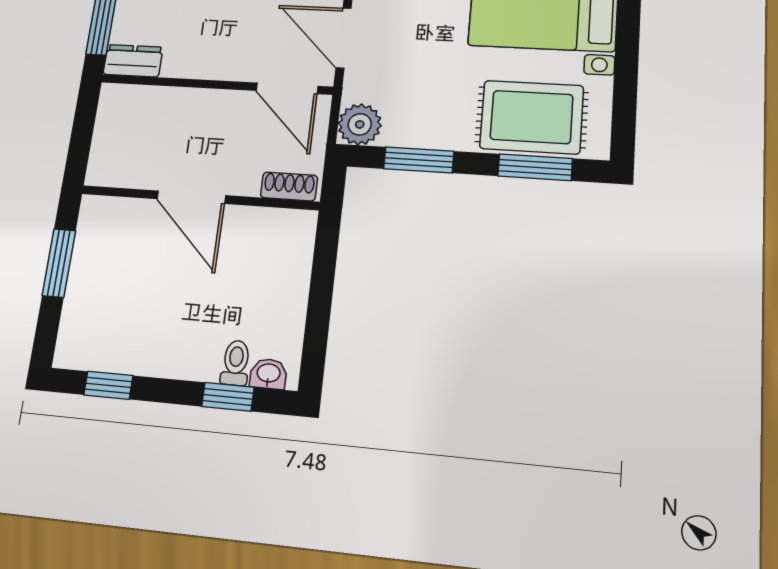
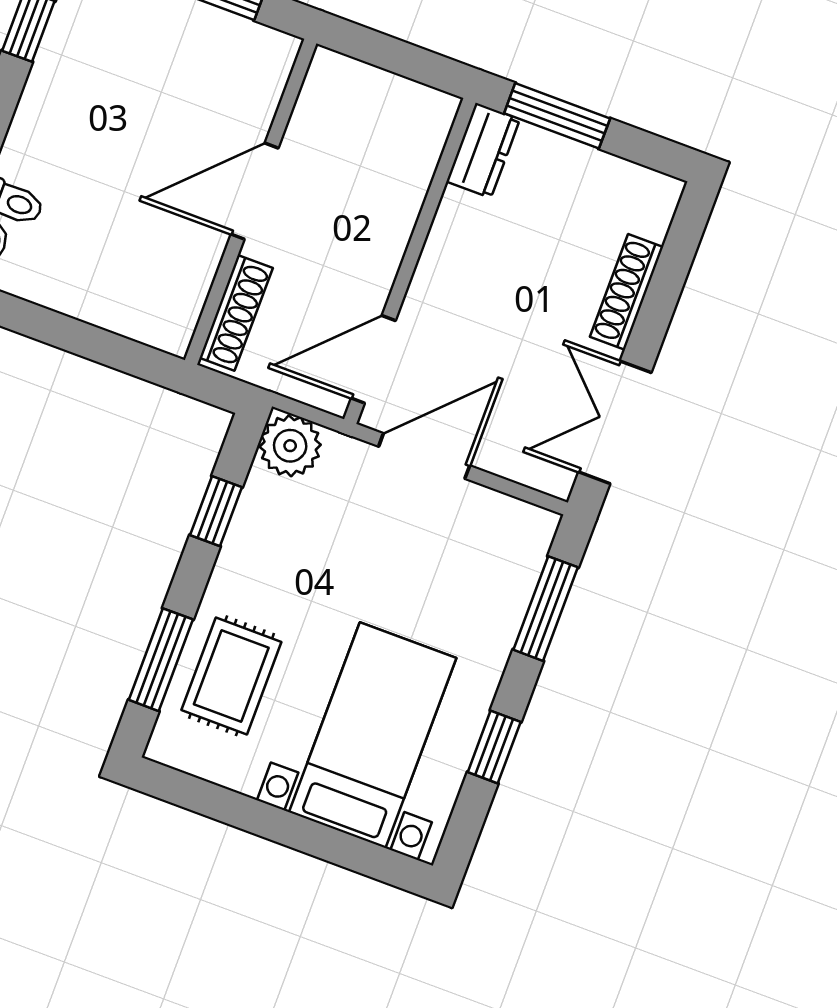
rug: (532, 117) -> (231, 676), width x0.73, depth x0.70
window: (419, 160) -> (216, 511), width x0.67
shoe rack: (289, 187) -> (236, 313), width x1.43

